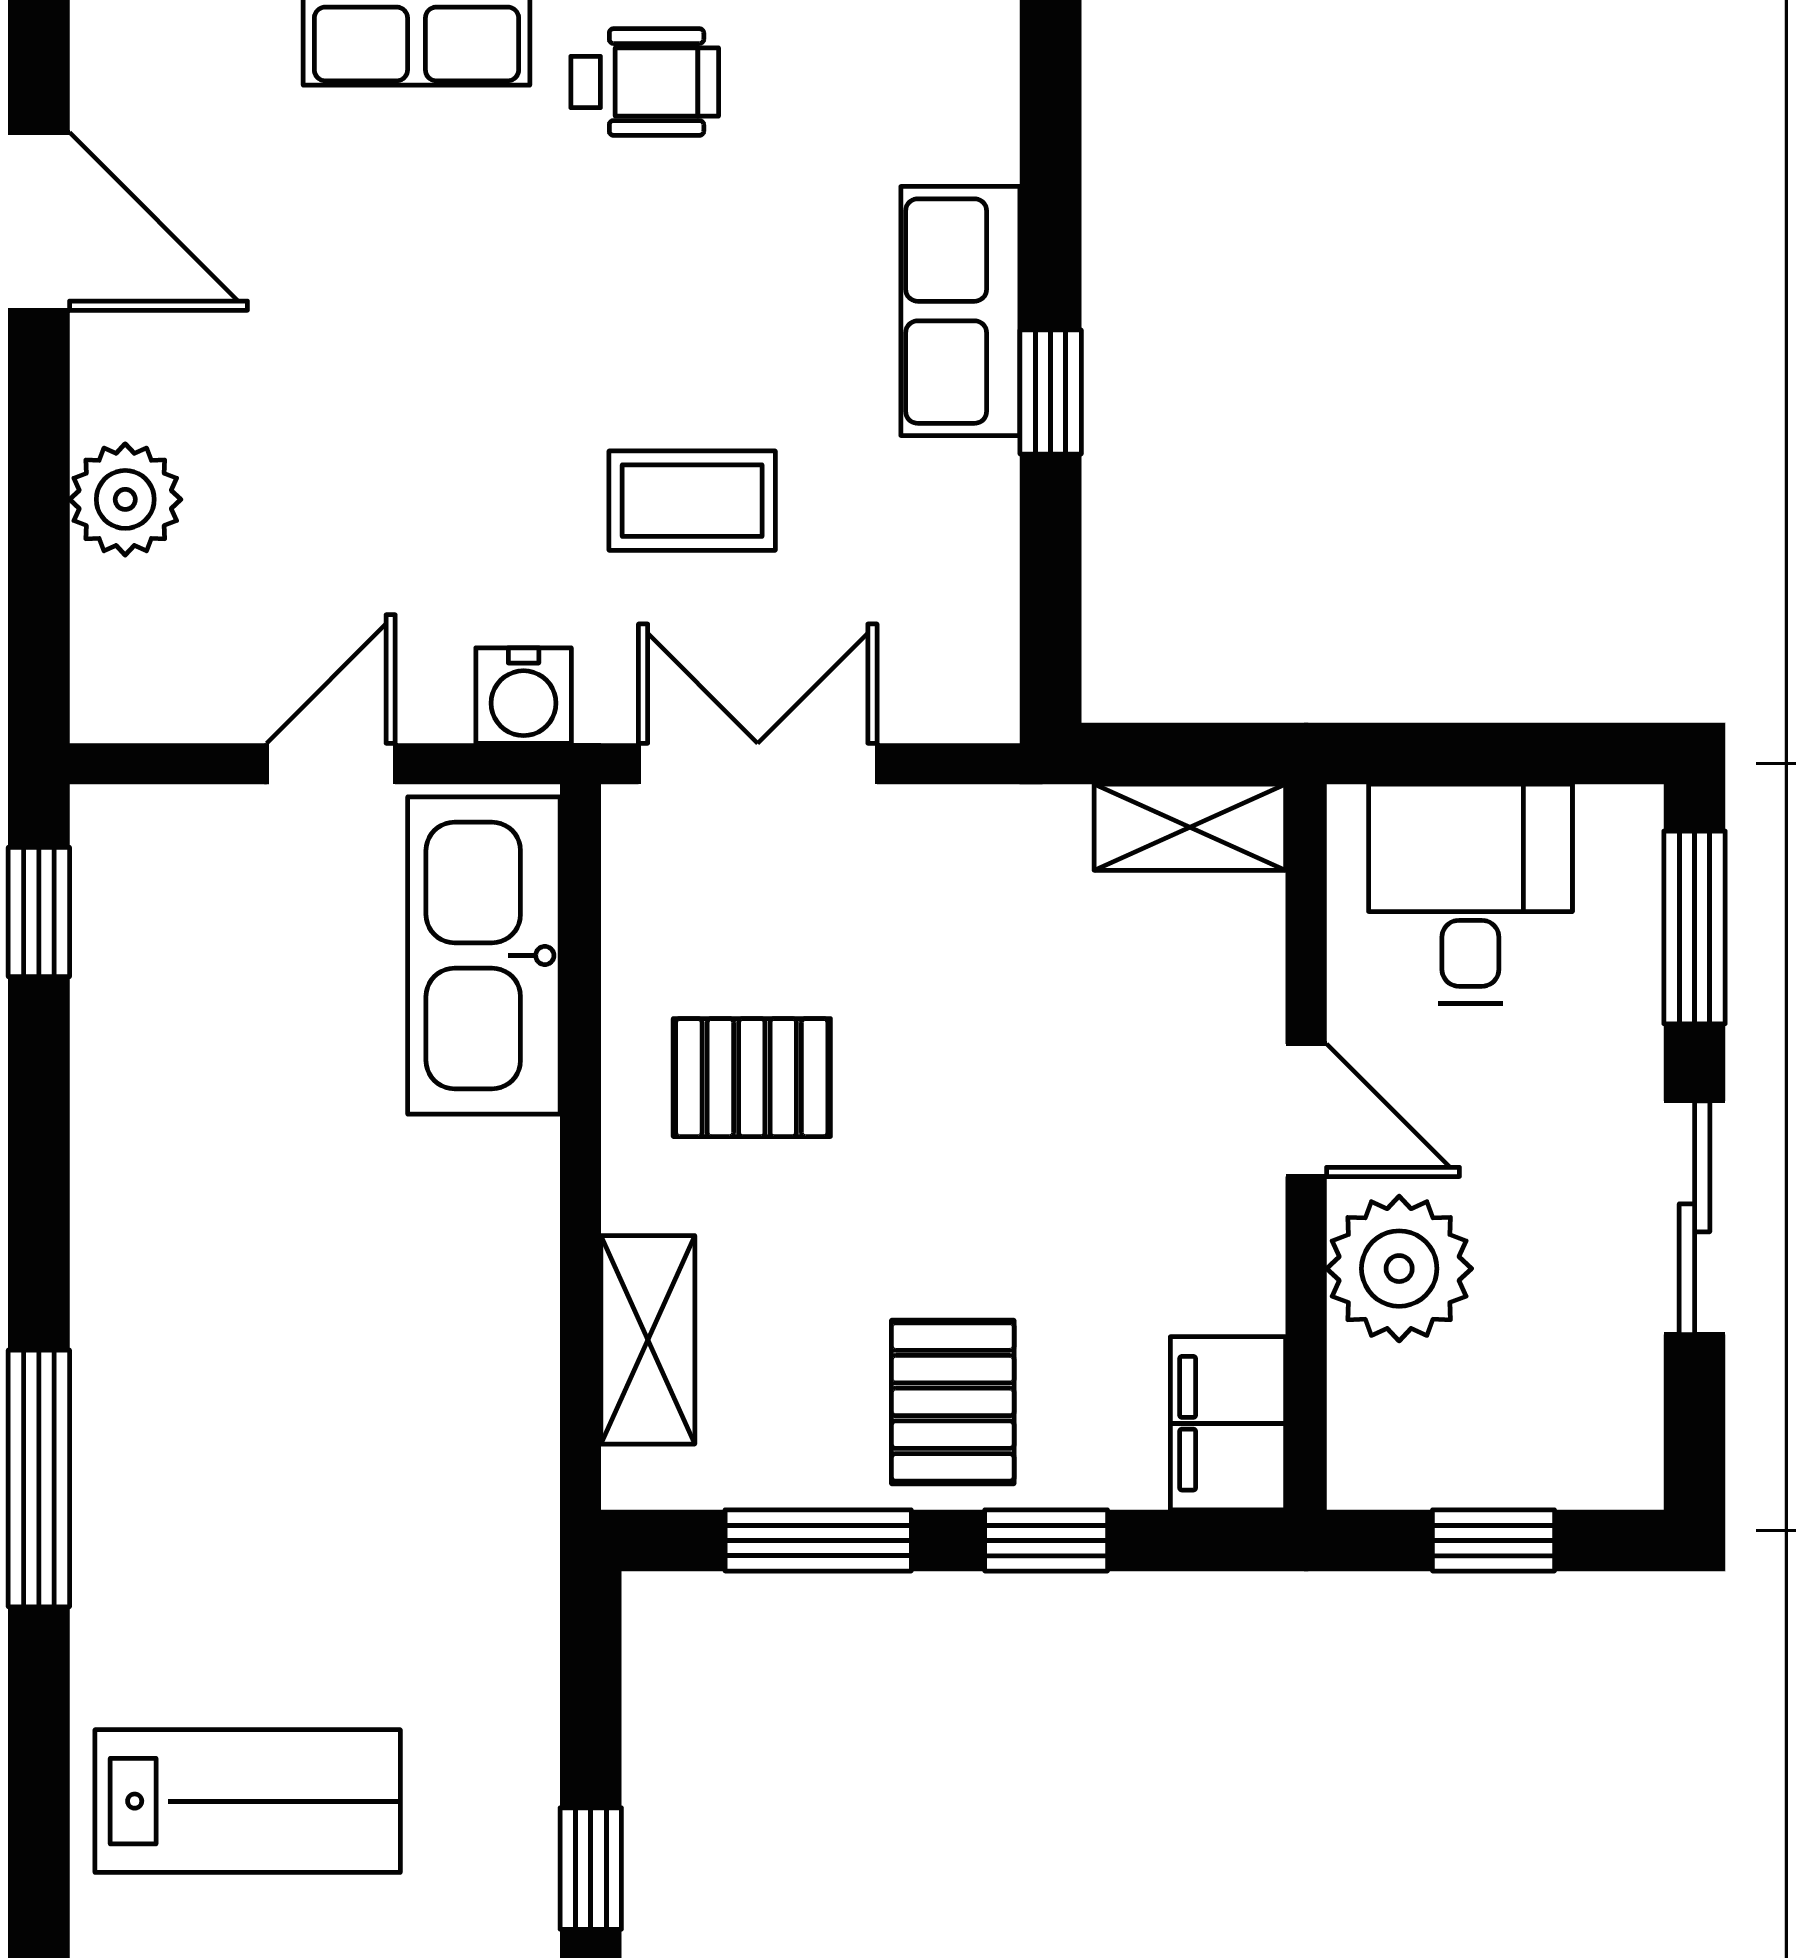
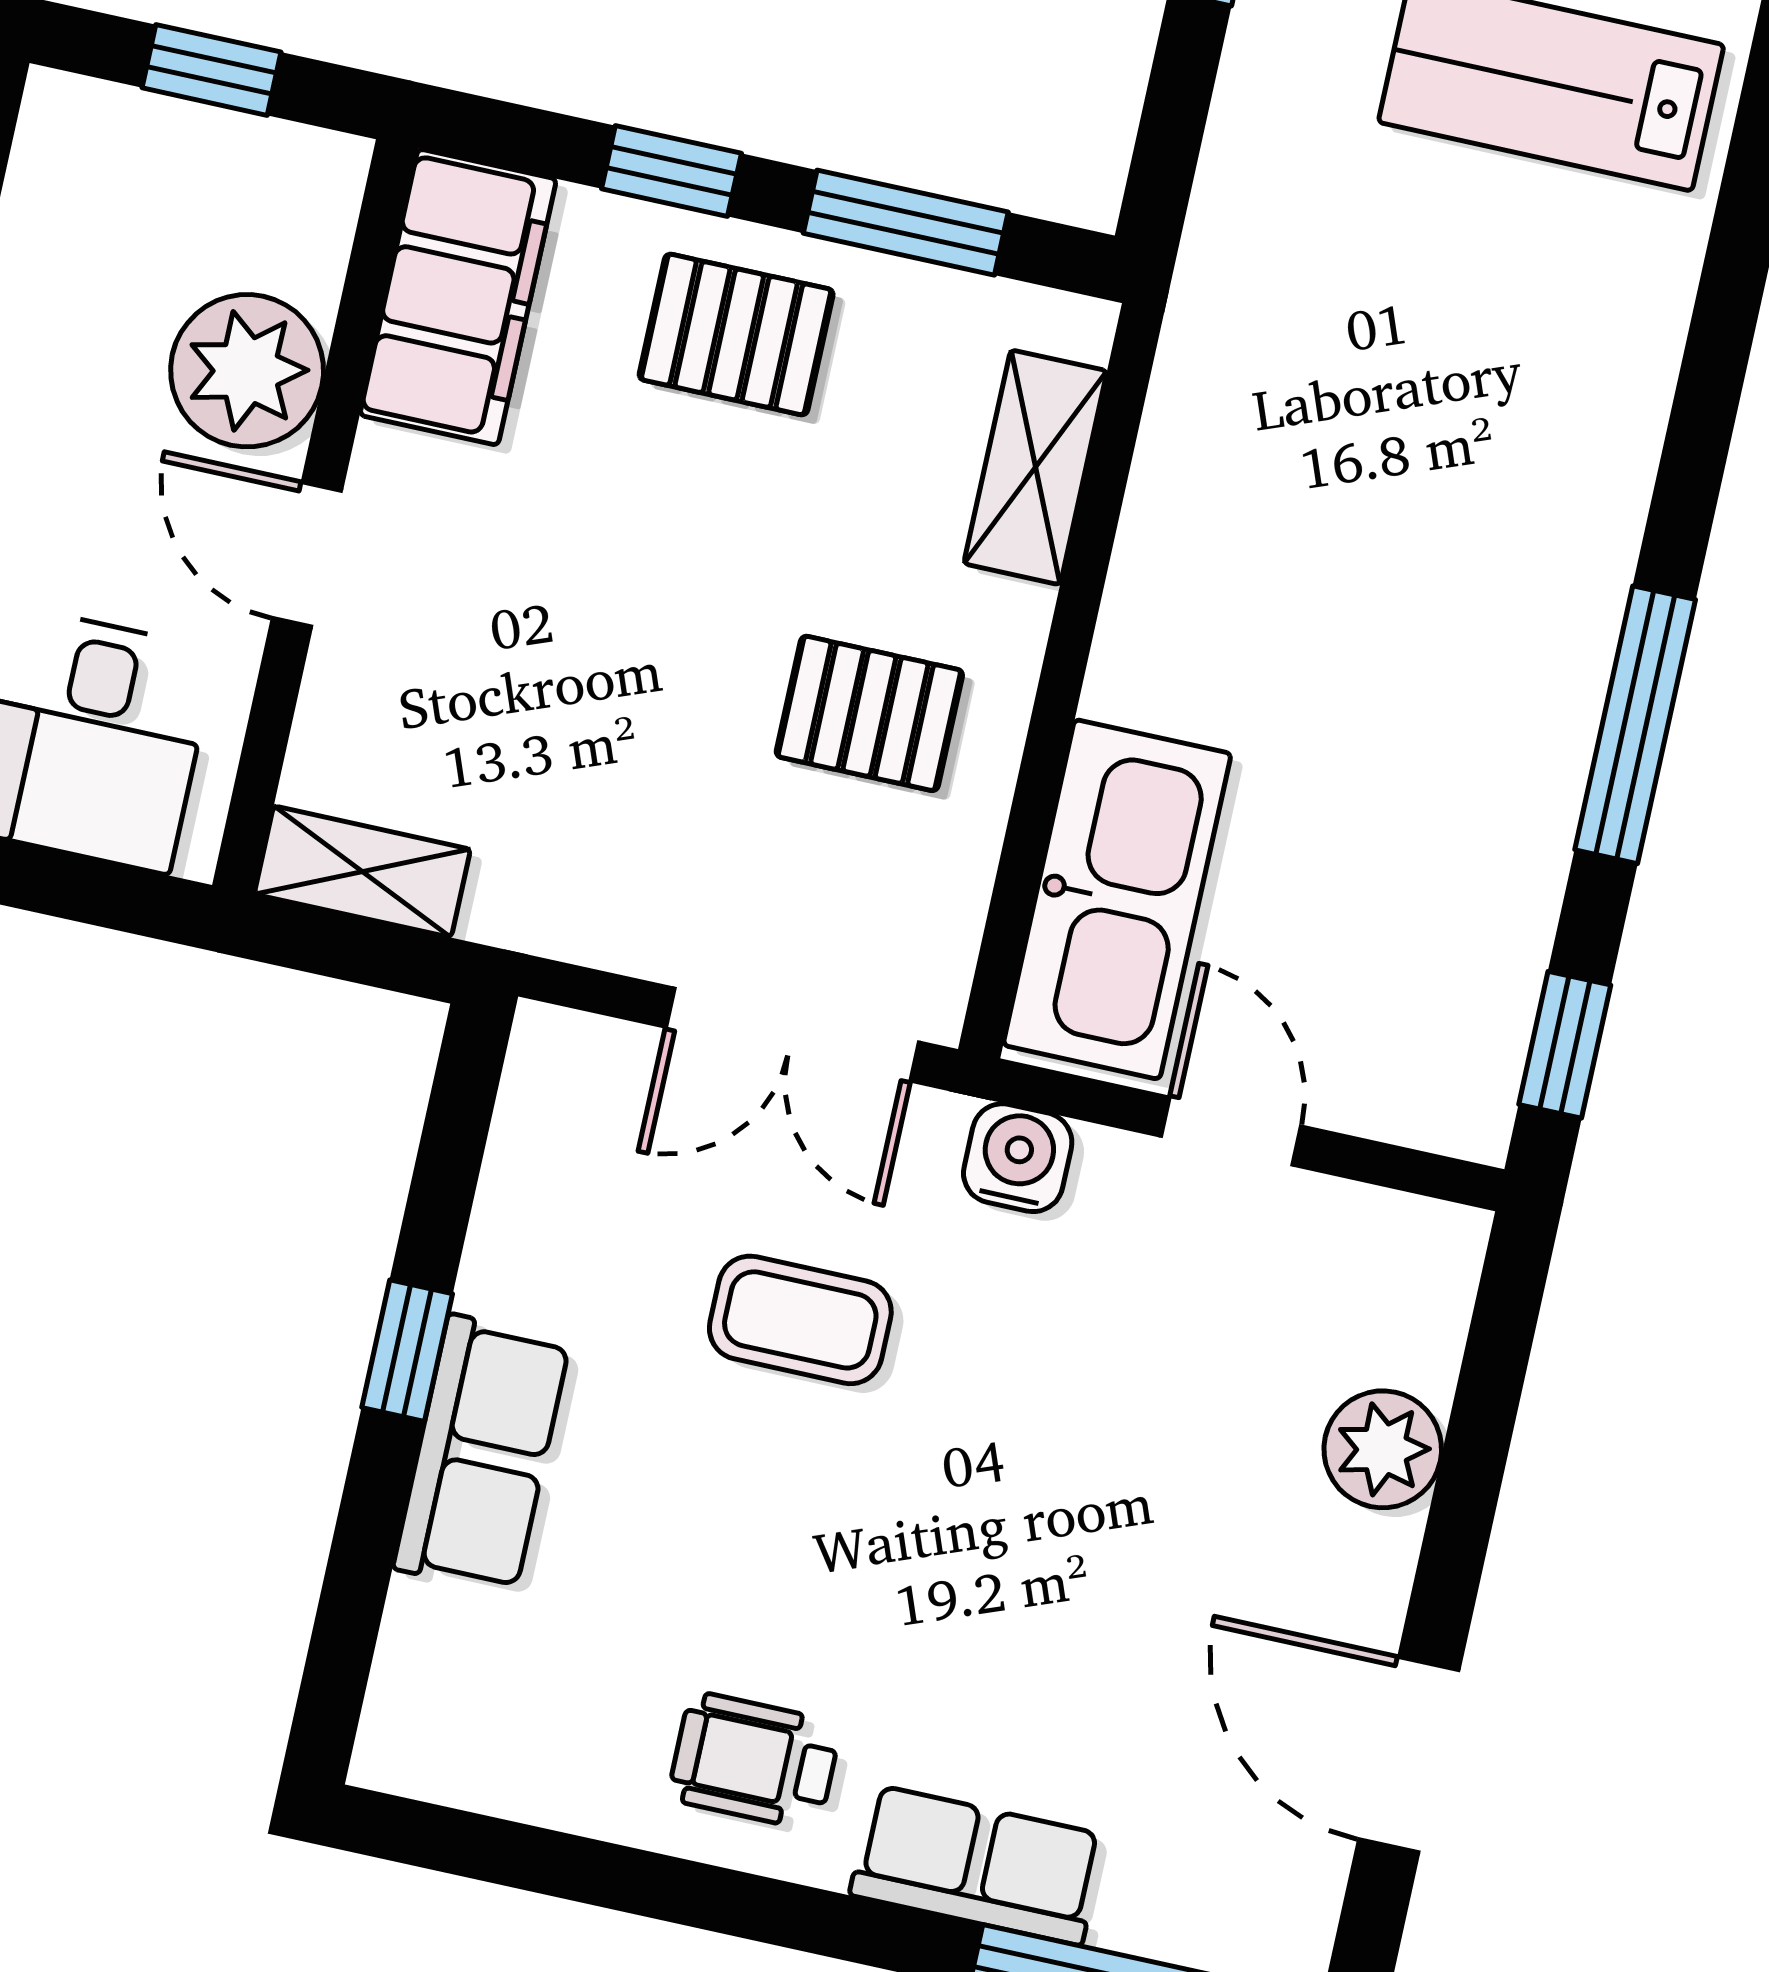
door: (331, 764) -> (1231, 1131), swing flipped
pallet: (953, 1402) -> (736, 334), turned 90
filing cabinet: (1228, 1423) -> (458, 297), width x1.50, depth x1.17
window: (39, 1478) -> (1635, 725), moved

